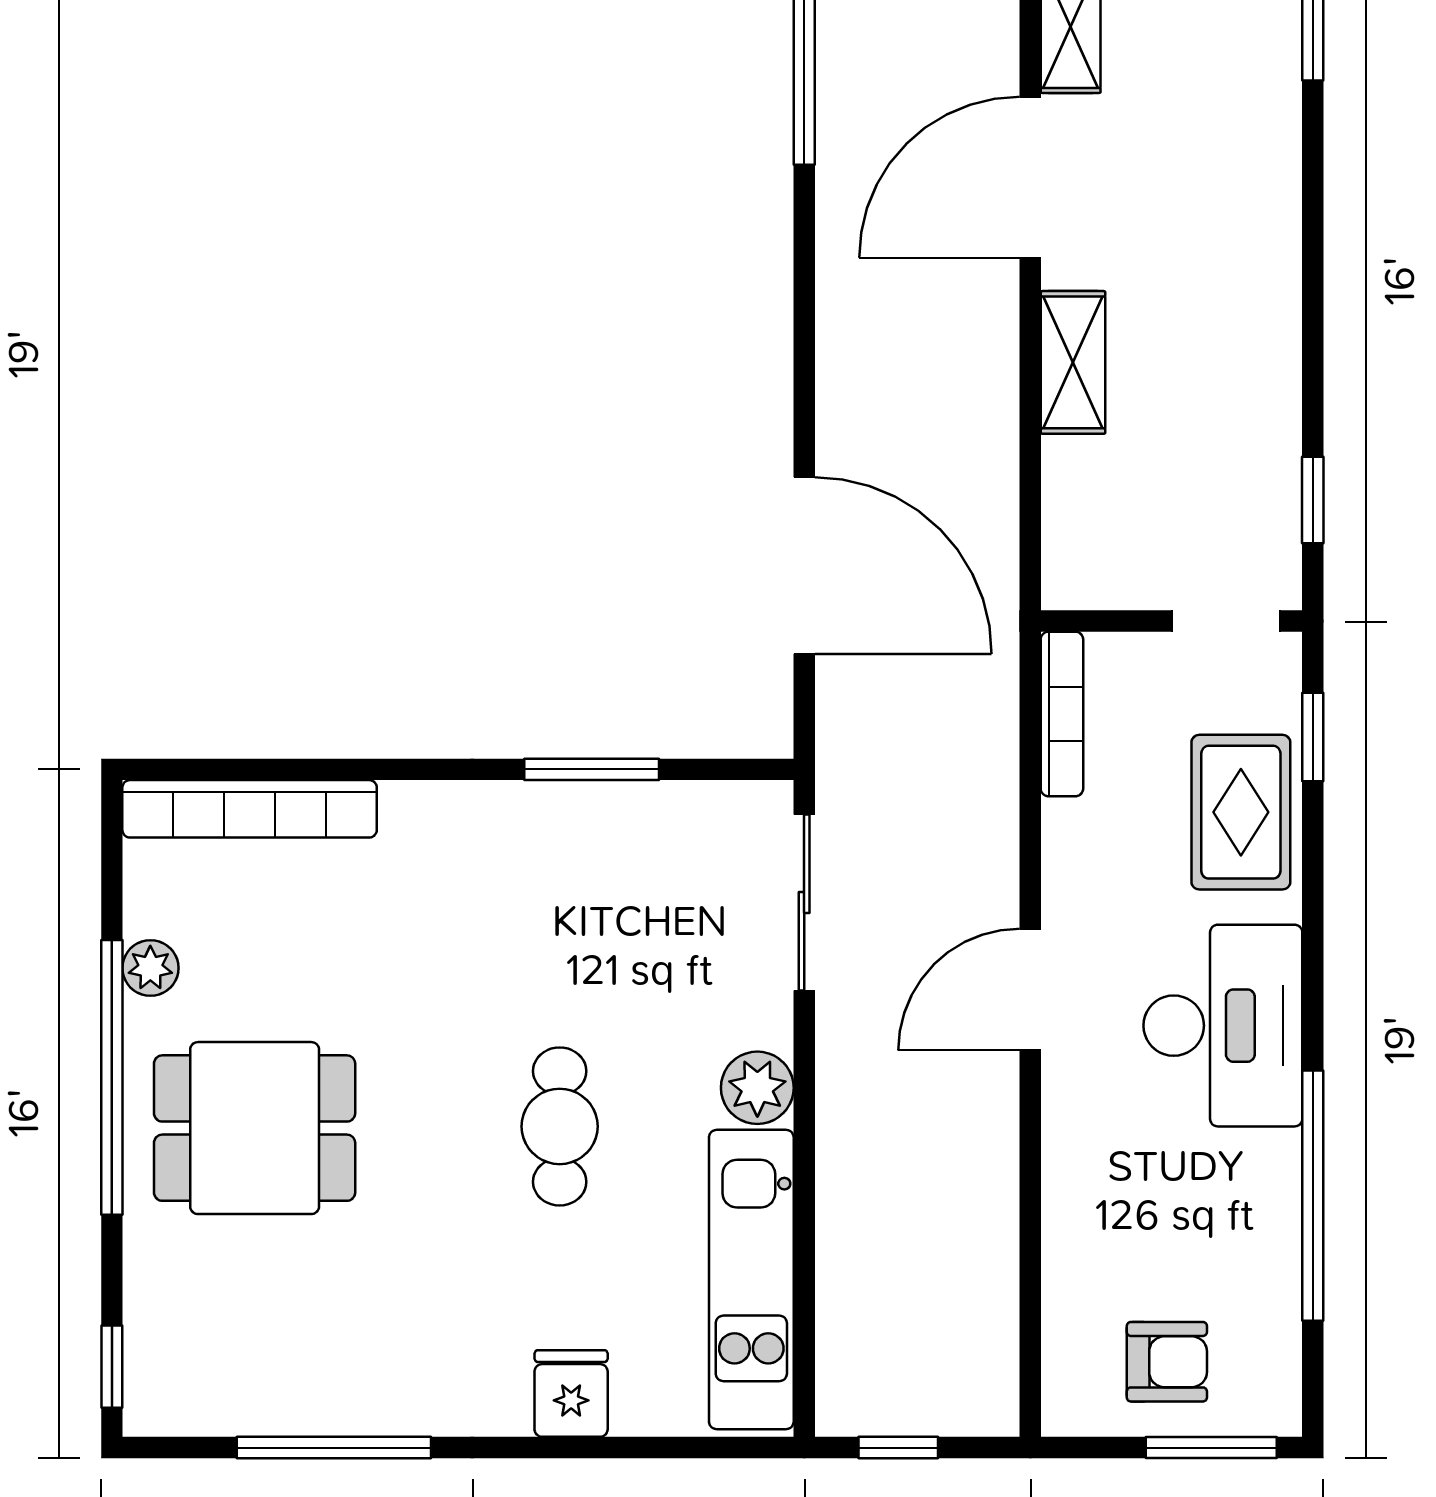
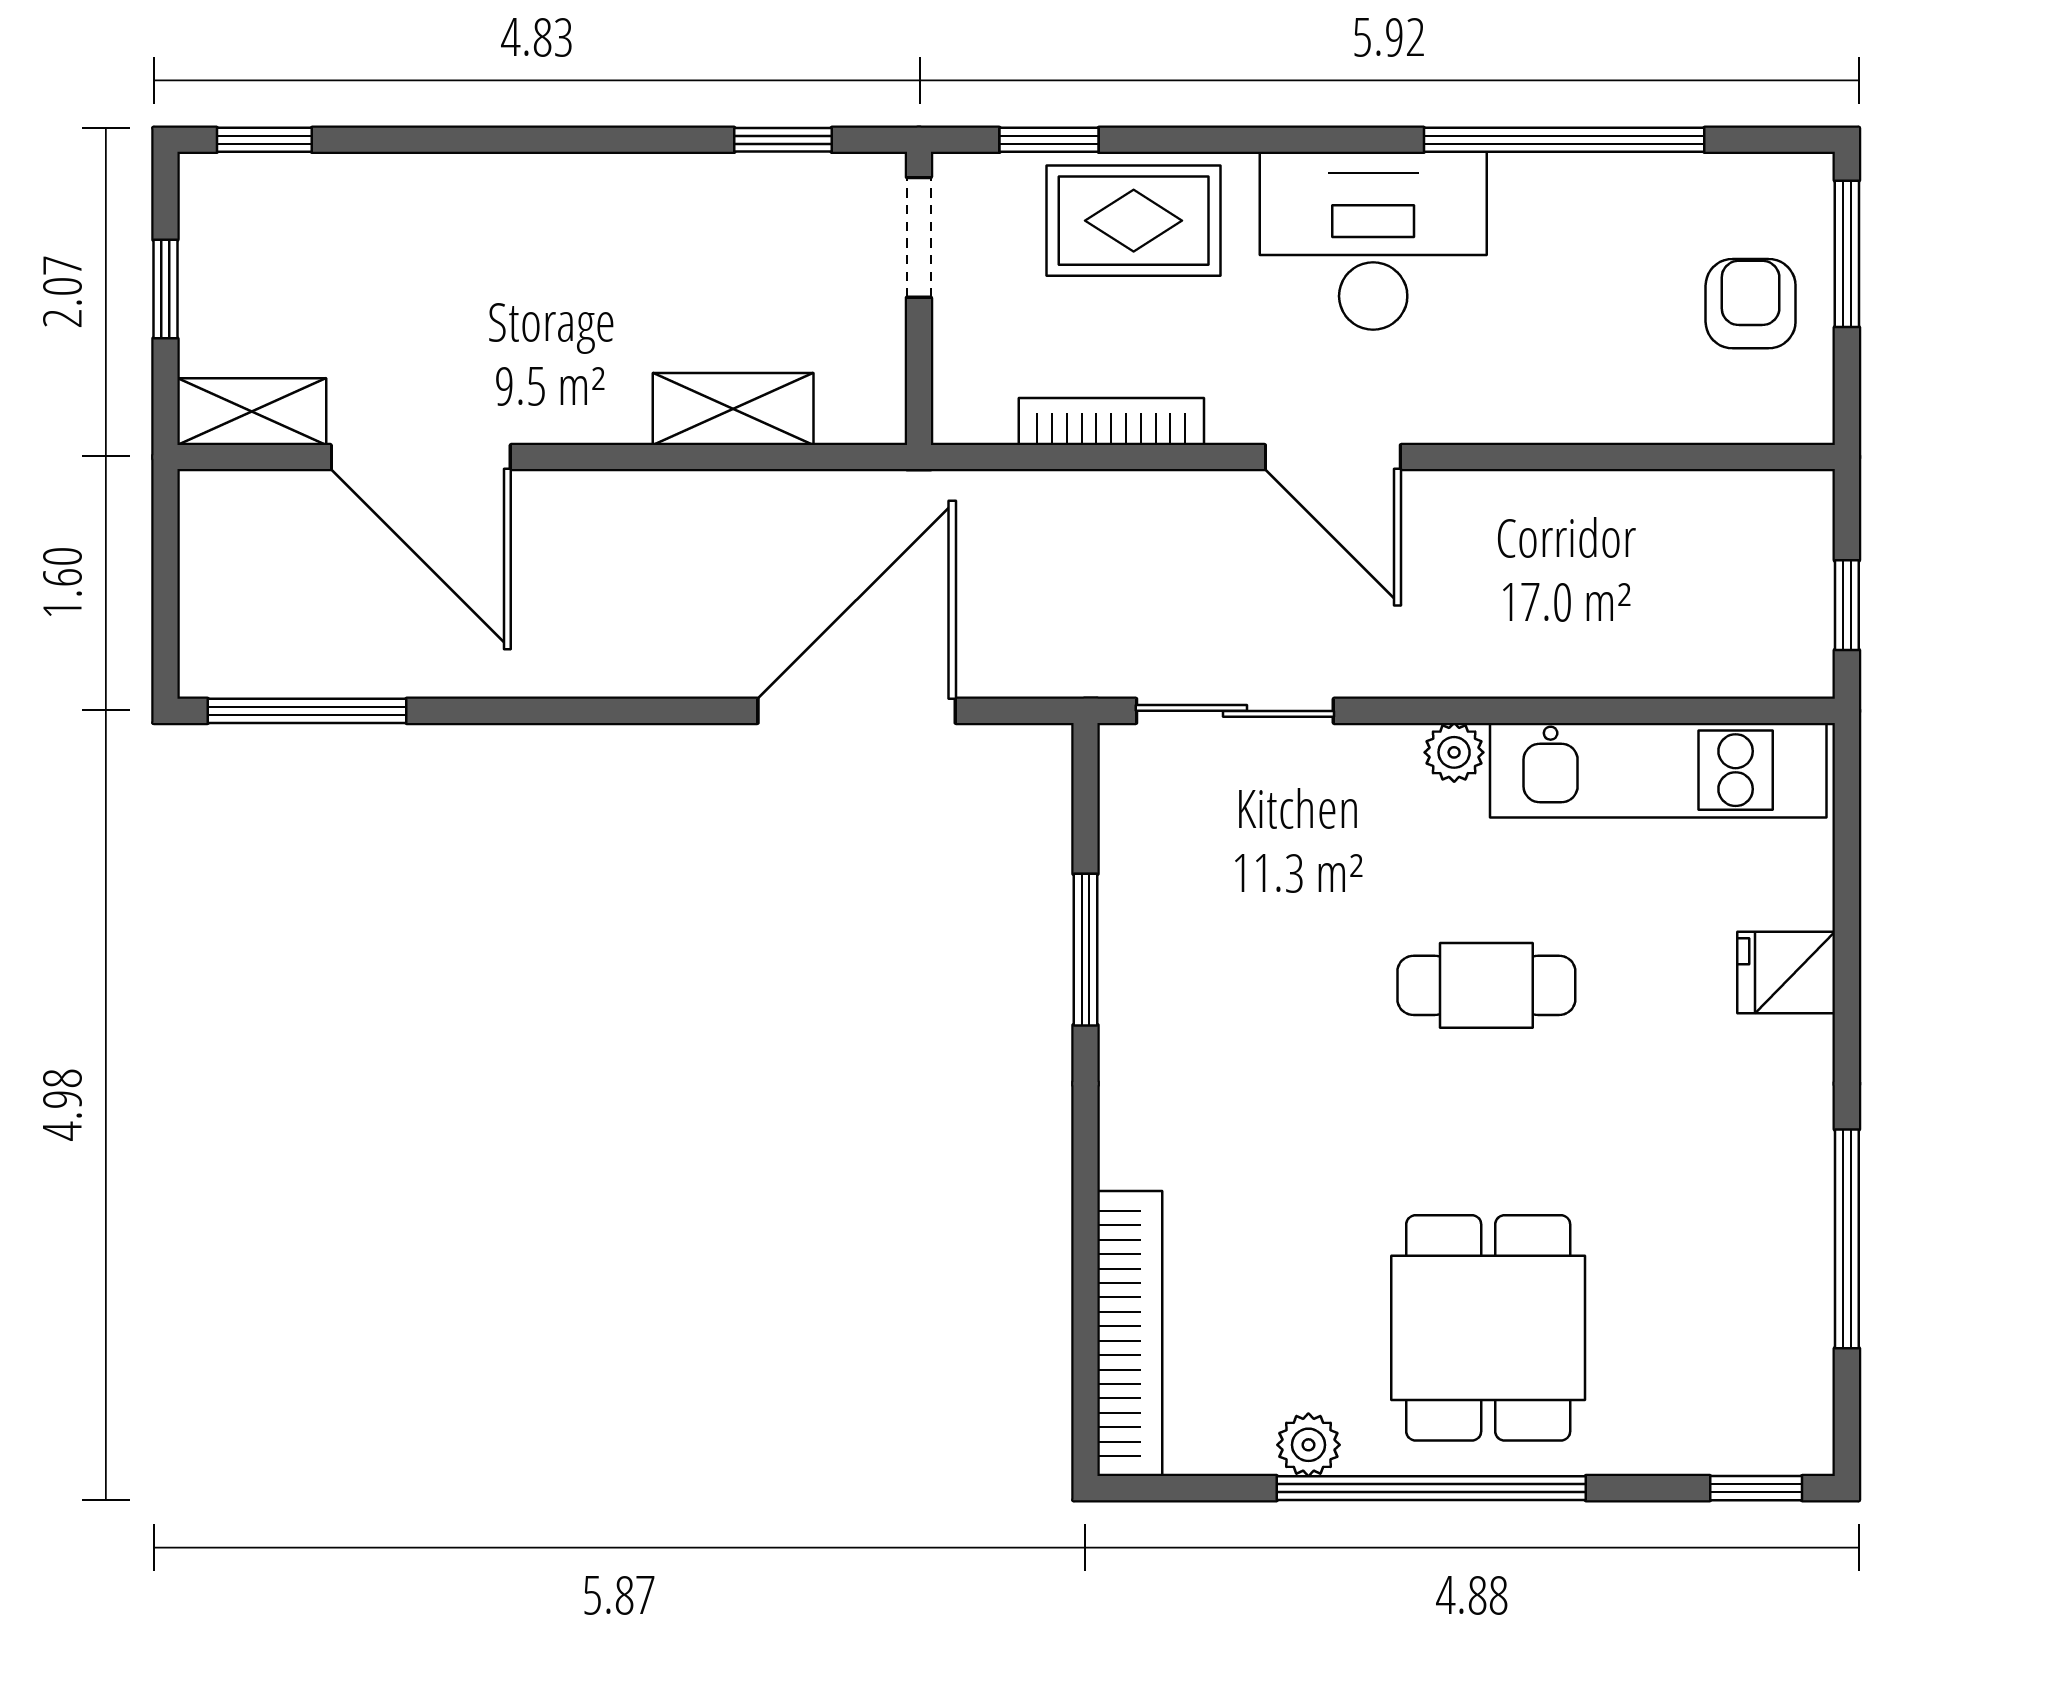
shelving: (1073, 362) -> (733, 409), moved
bookcase: (1062, 714) -> (1111, 421), moved
plant: (757, 1088) -> (1454, 752), width x0.73, depth x0.73

